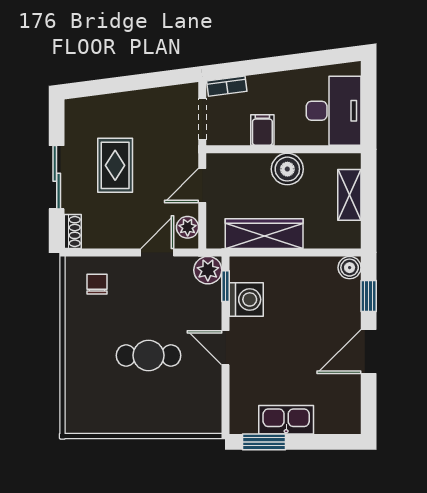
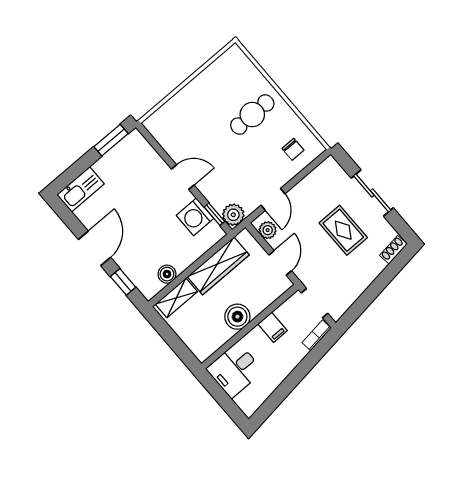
desk: (334, 111) -> (235, 370), width x0.73
shelving: (349, 195) -> (176, 298), moved, turned 90
shoe rack: (73, 231) -> (393, 250), moved, turned 83
boiler: (350, 268) -> (167, 274), moved
cafe table: (148, 355) -> (252, 115), moved
kitchen sink: (286, 420) -> (80, 189), moved

